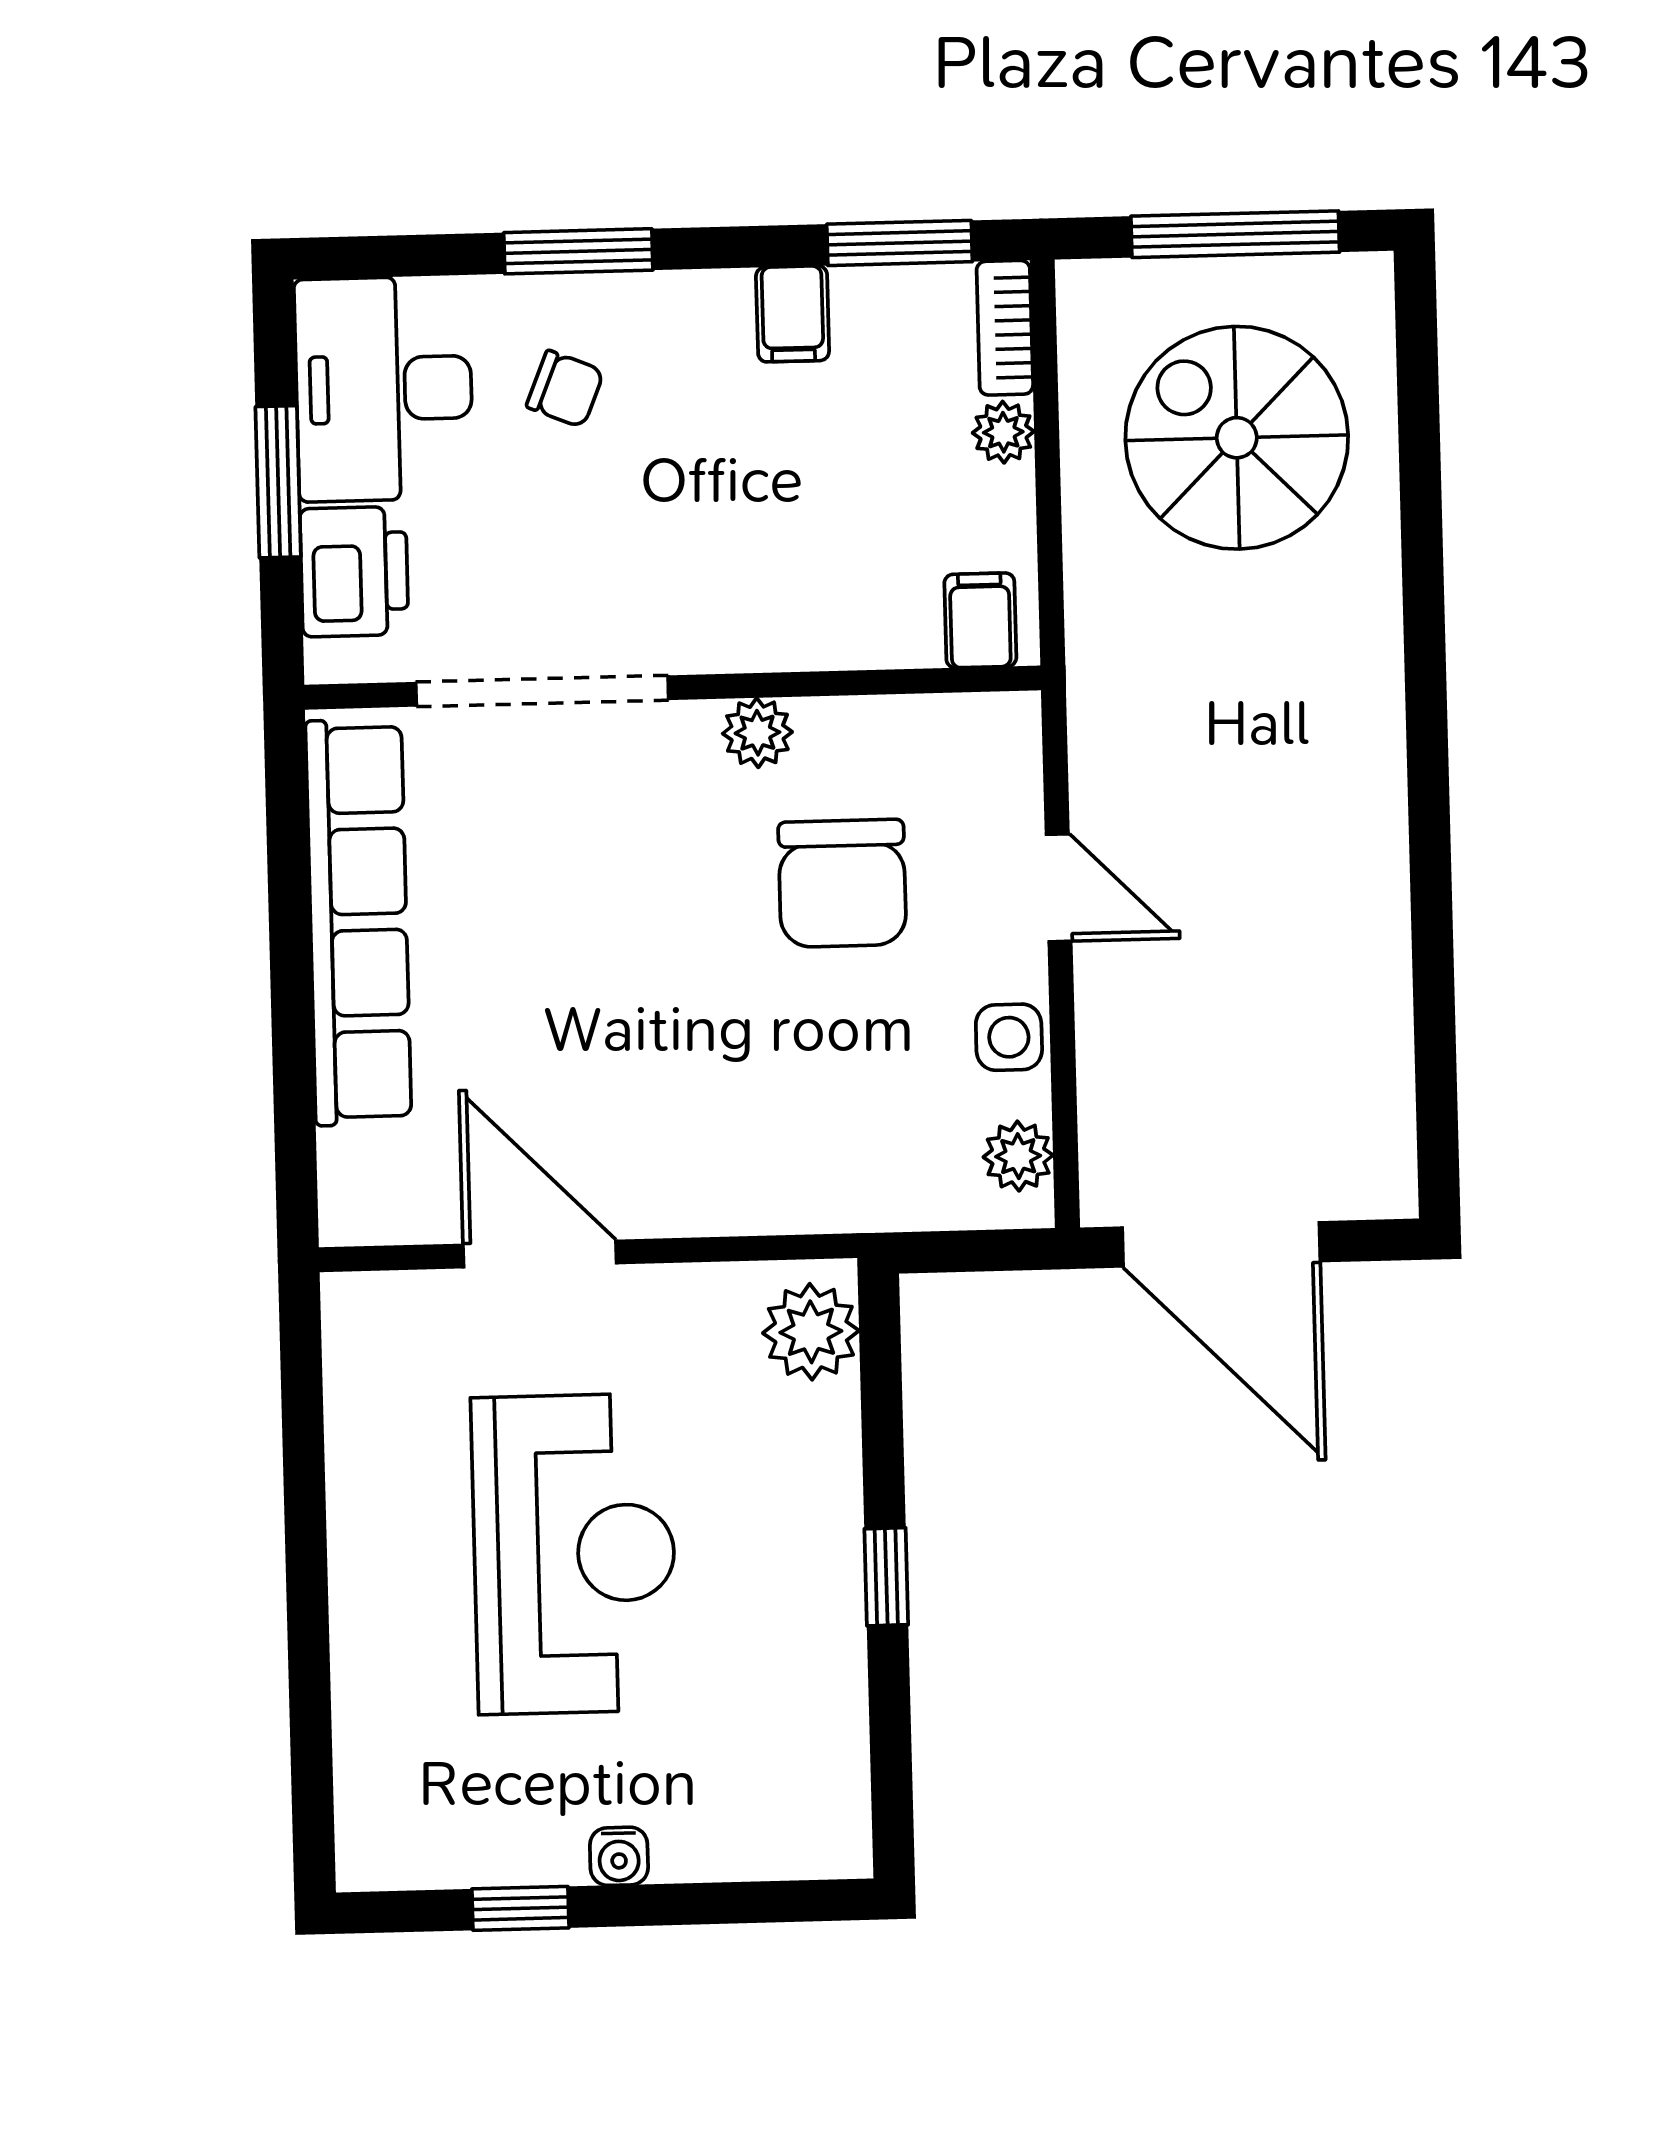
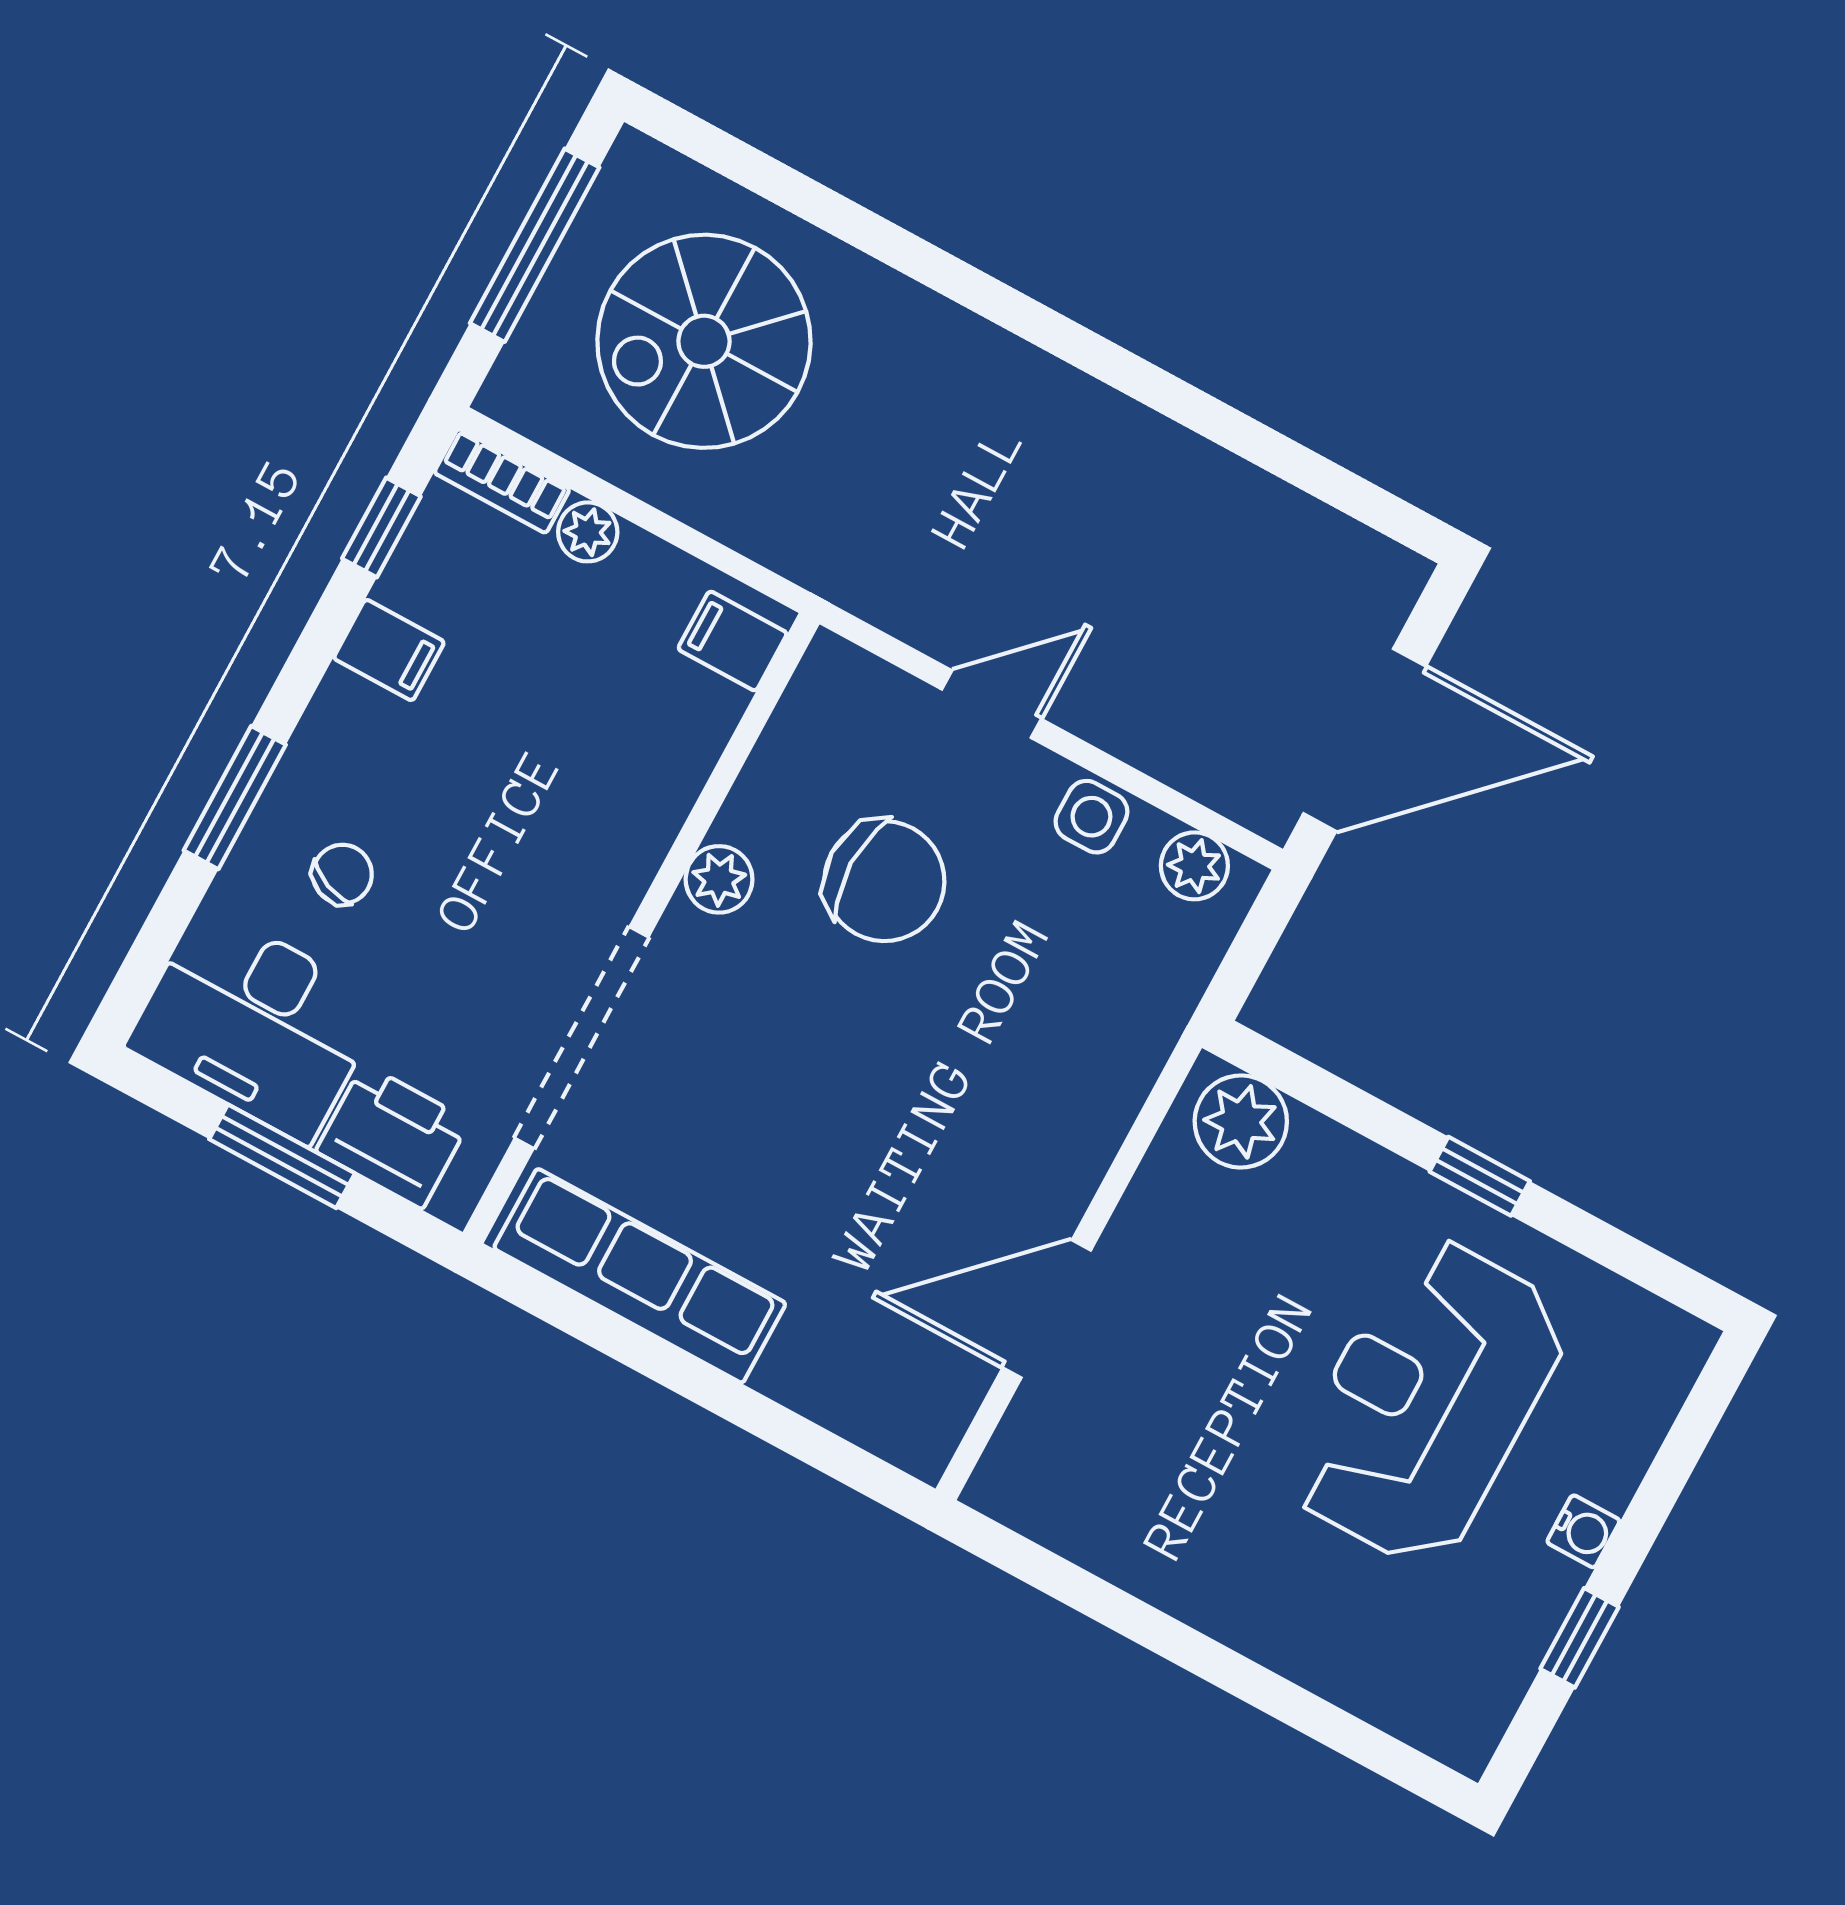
window: (900, 243) -> (381, 527), width x0.67
row of seats: (358, 922) -> (640, 1276), width x0.73
reception desk: (574, 1554) -> (1427, 1401), moved, turned -90

